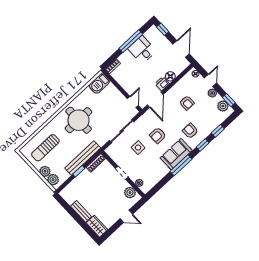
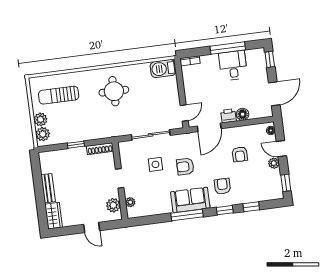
door: (210, 80) -> (281, 149), swing flipped
plant: (223, 106) -> (275, 185), removed
round table: (79, 120) -> (114, 91), width x0.73, depth x0.73
bench: (83, 158) -> (90, 134), removed

